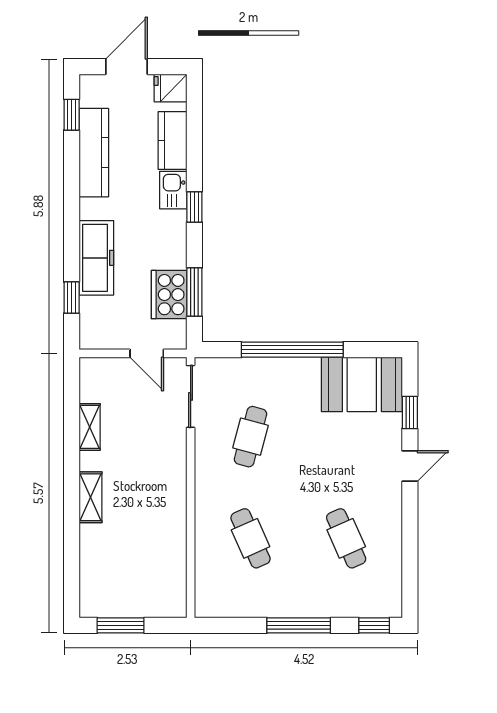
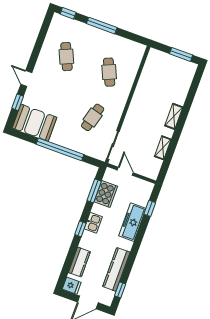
kitchen sink: (173, 190) -> (93, 223), moved
door: (410, 466) -> (26, 78), hinge flipped

